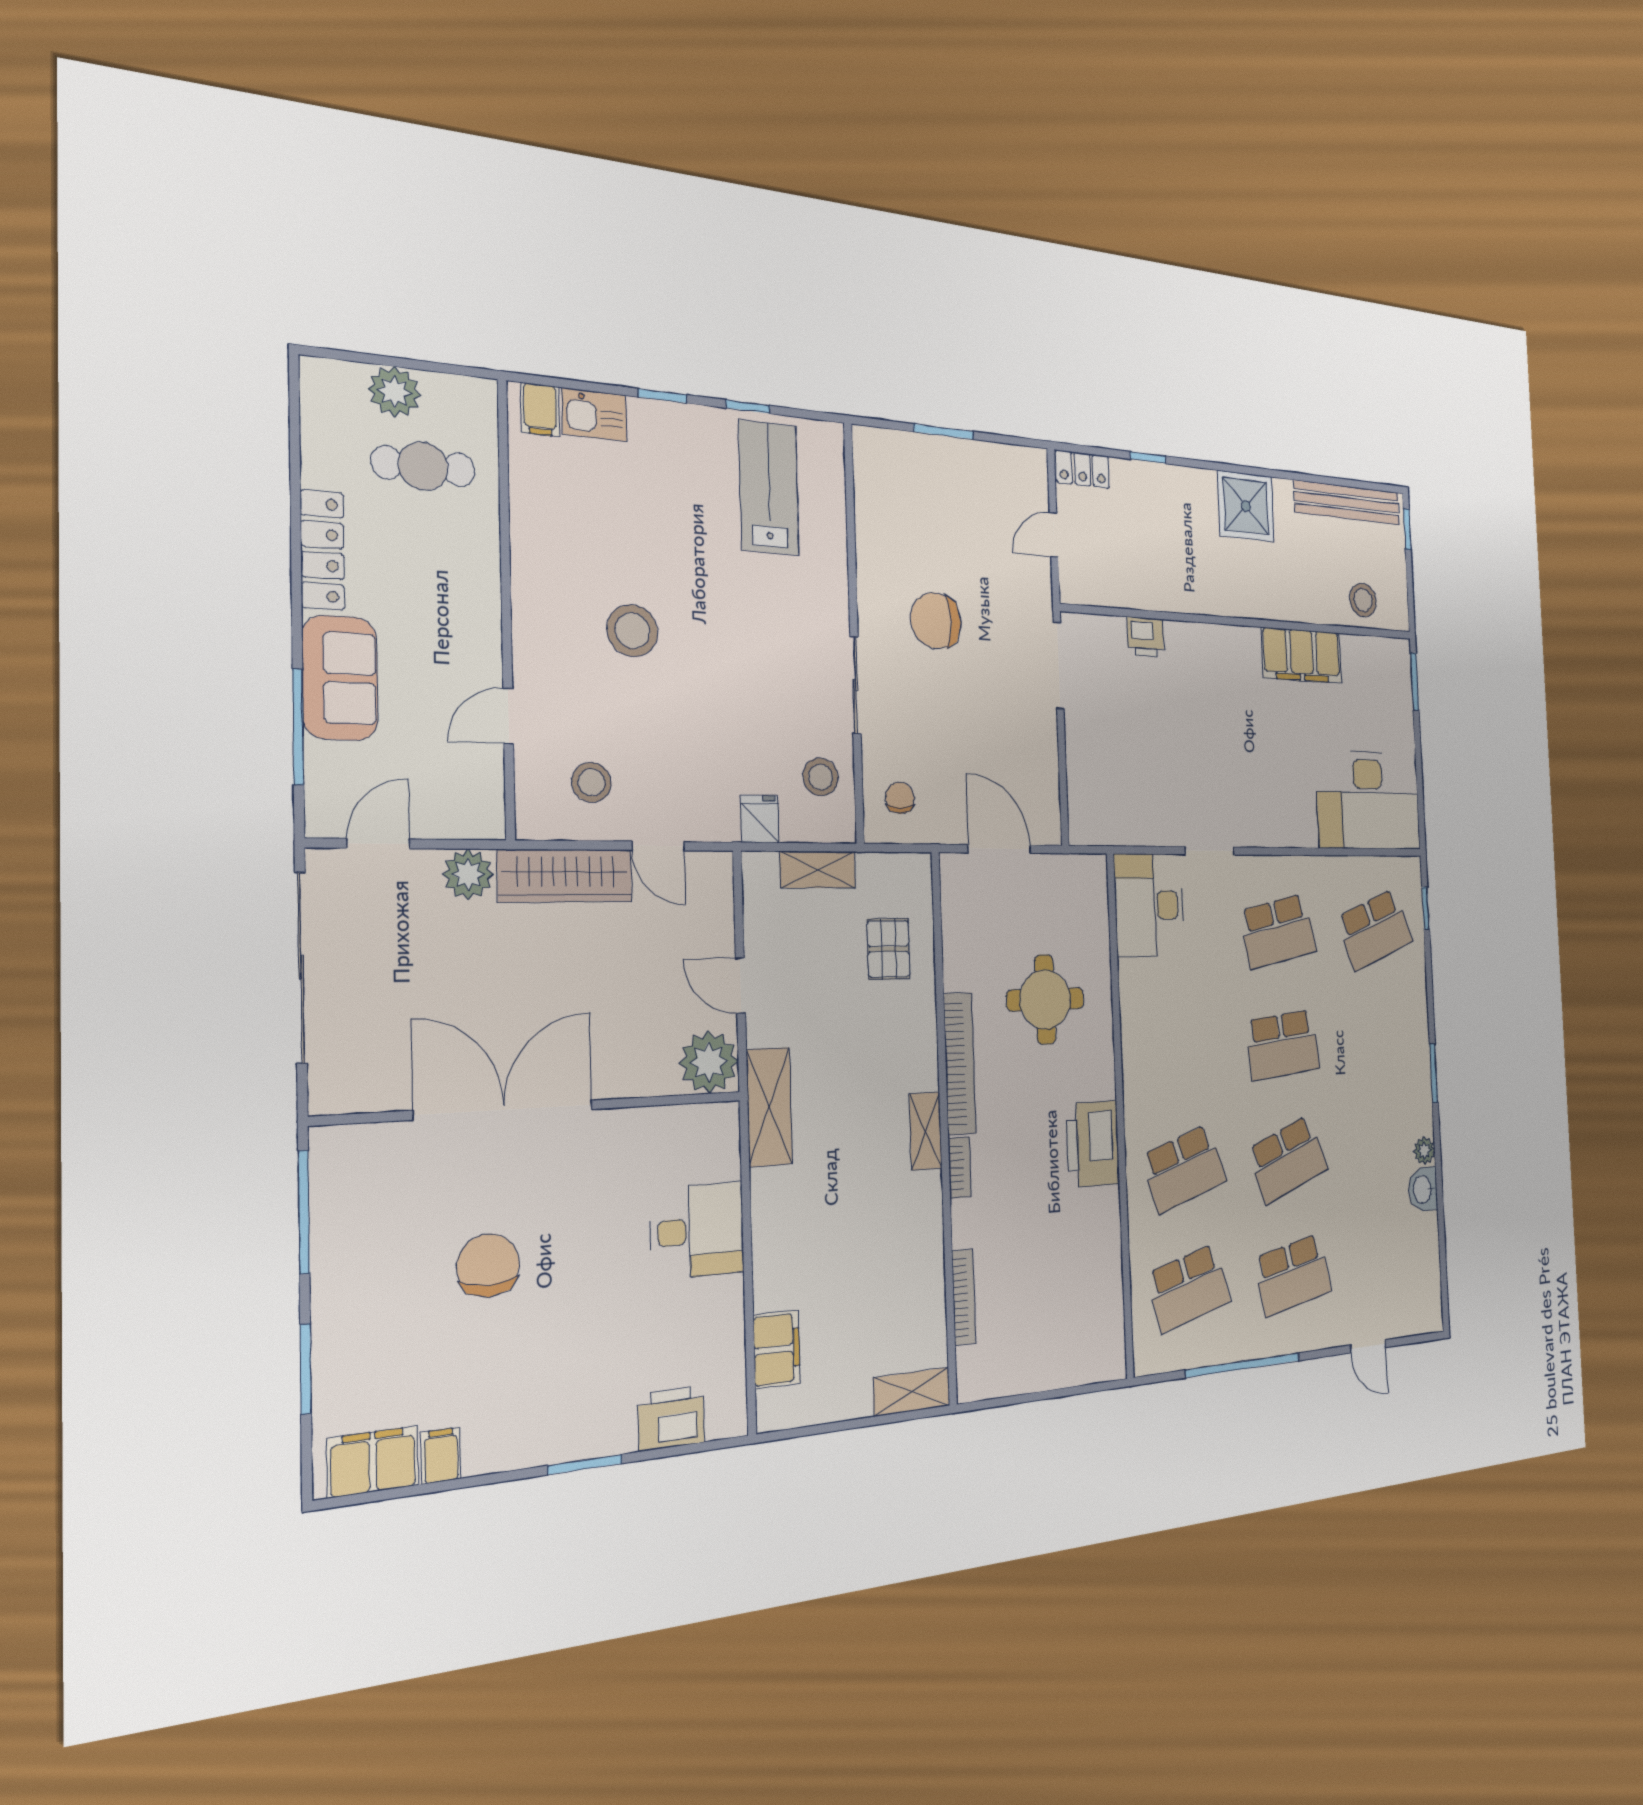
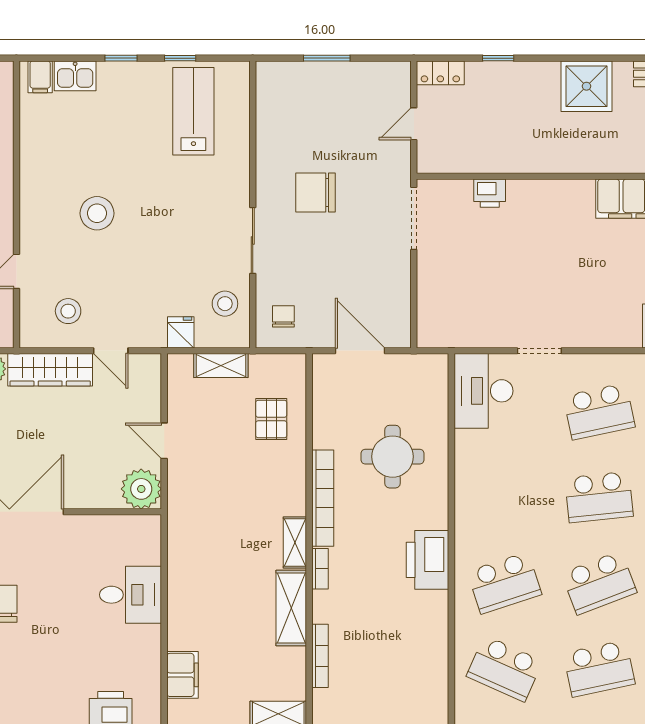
shelving: (769, 1107) -> (291, 608), moved
school desk: (1189, 1288) -> (504, 669), turned 39

